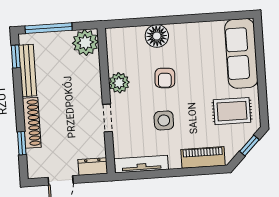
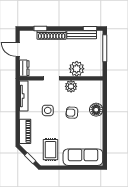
plant: (85, 43) -> (77, 69), moved

